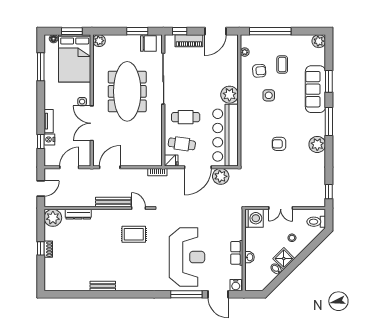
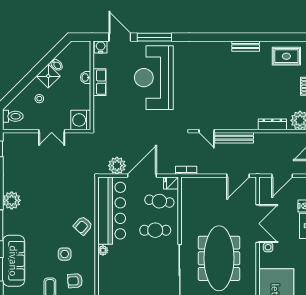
plant: (229, 95) -> (103, 250), width x0.53, depth x0.53
armchair: (279, 144) -> (83, 226), moved, turned 132
double door: (281, 208) -> (52, 131), swing flipped
rug: (134, 234) -> (286, 56), moved

